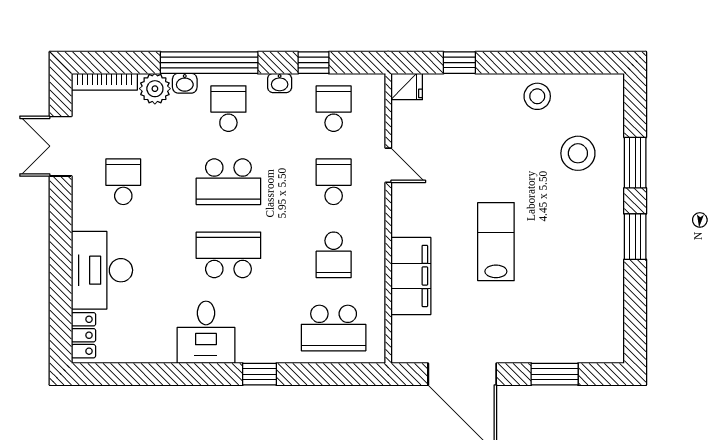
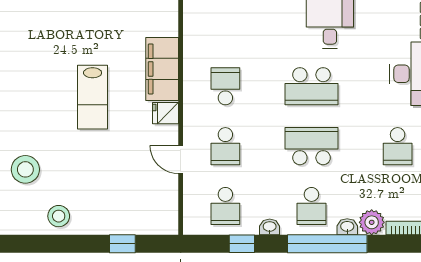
fridge: (407, 86) -> (166, 113), moved
school desk: (334, 328) -> (225, 26), removed

